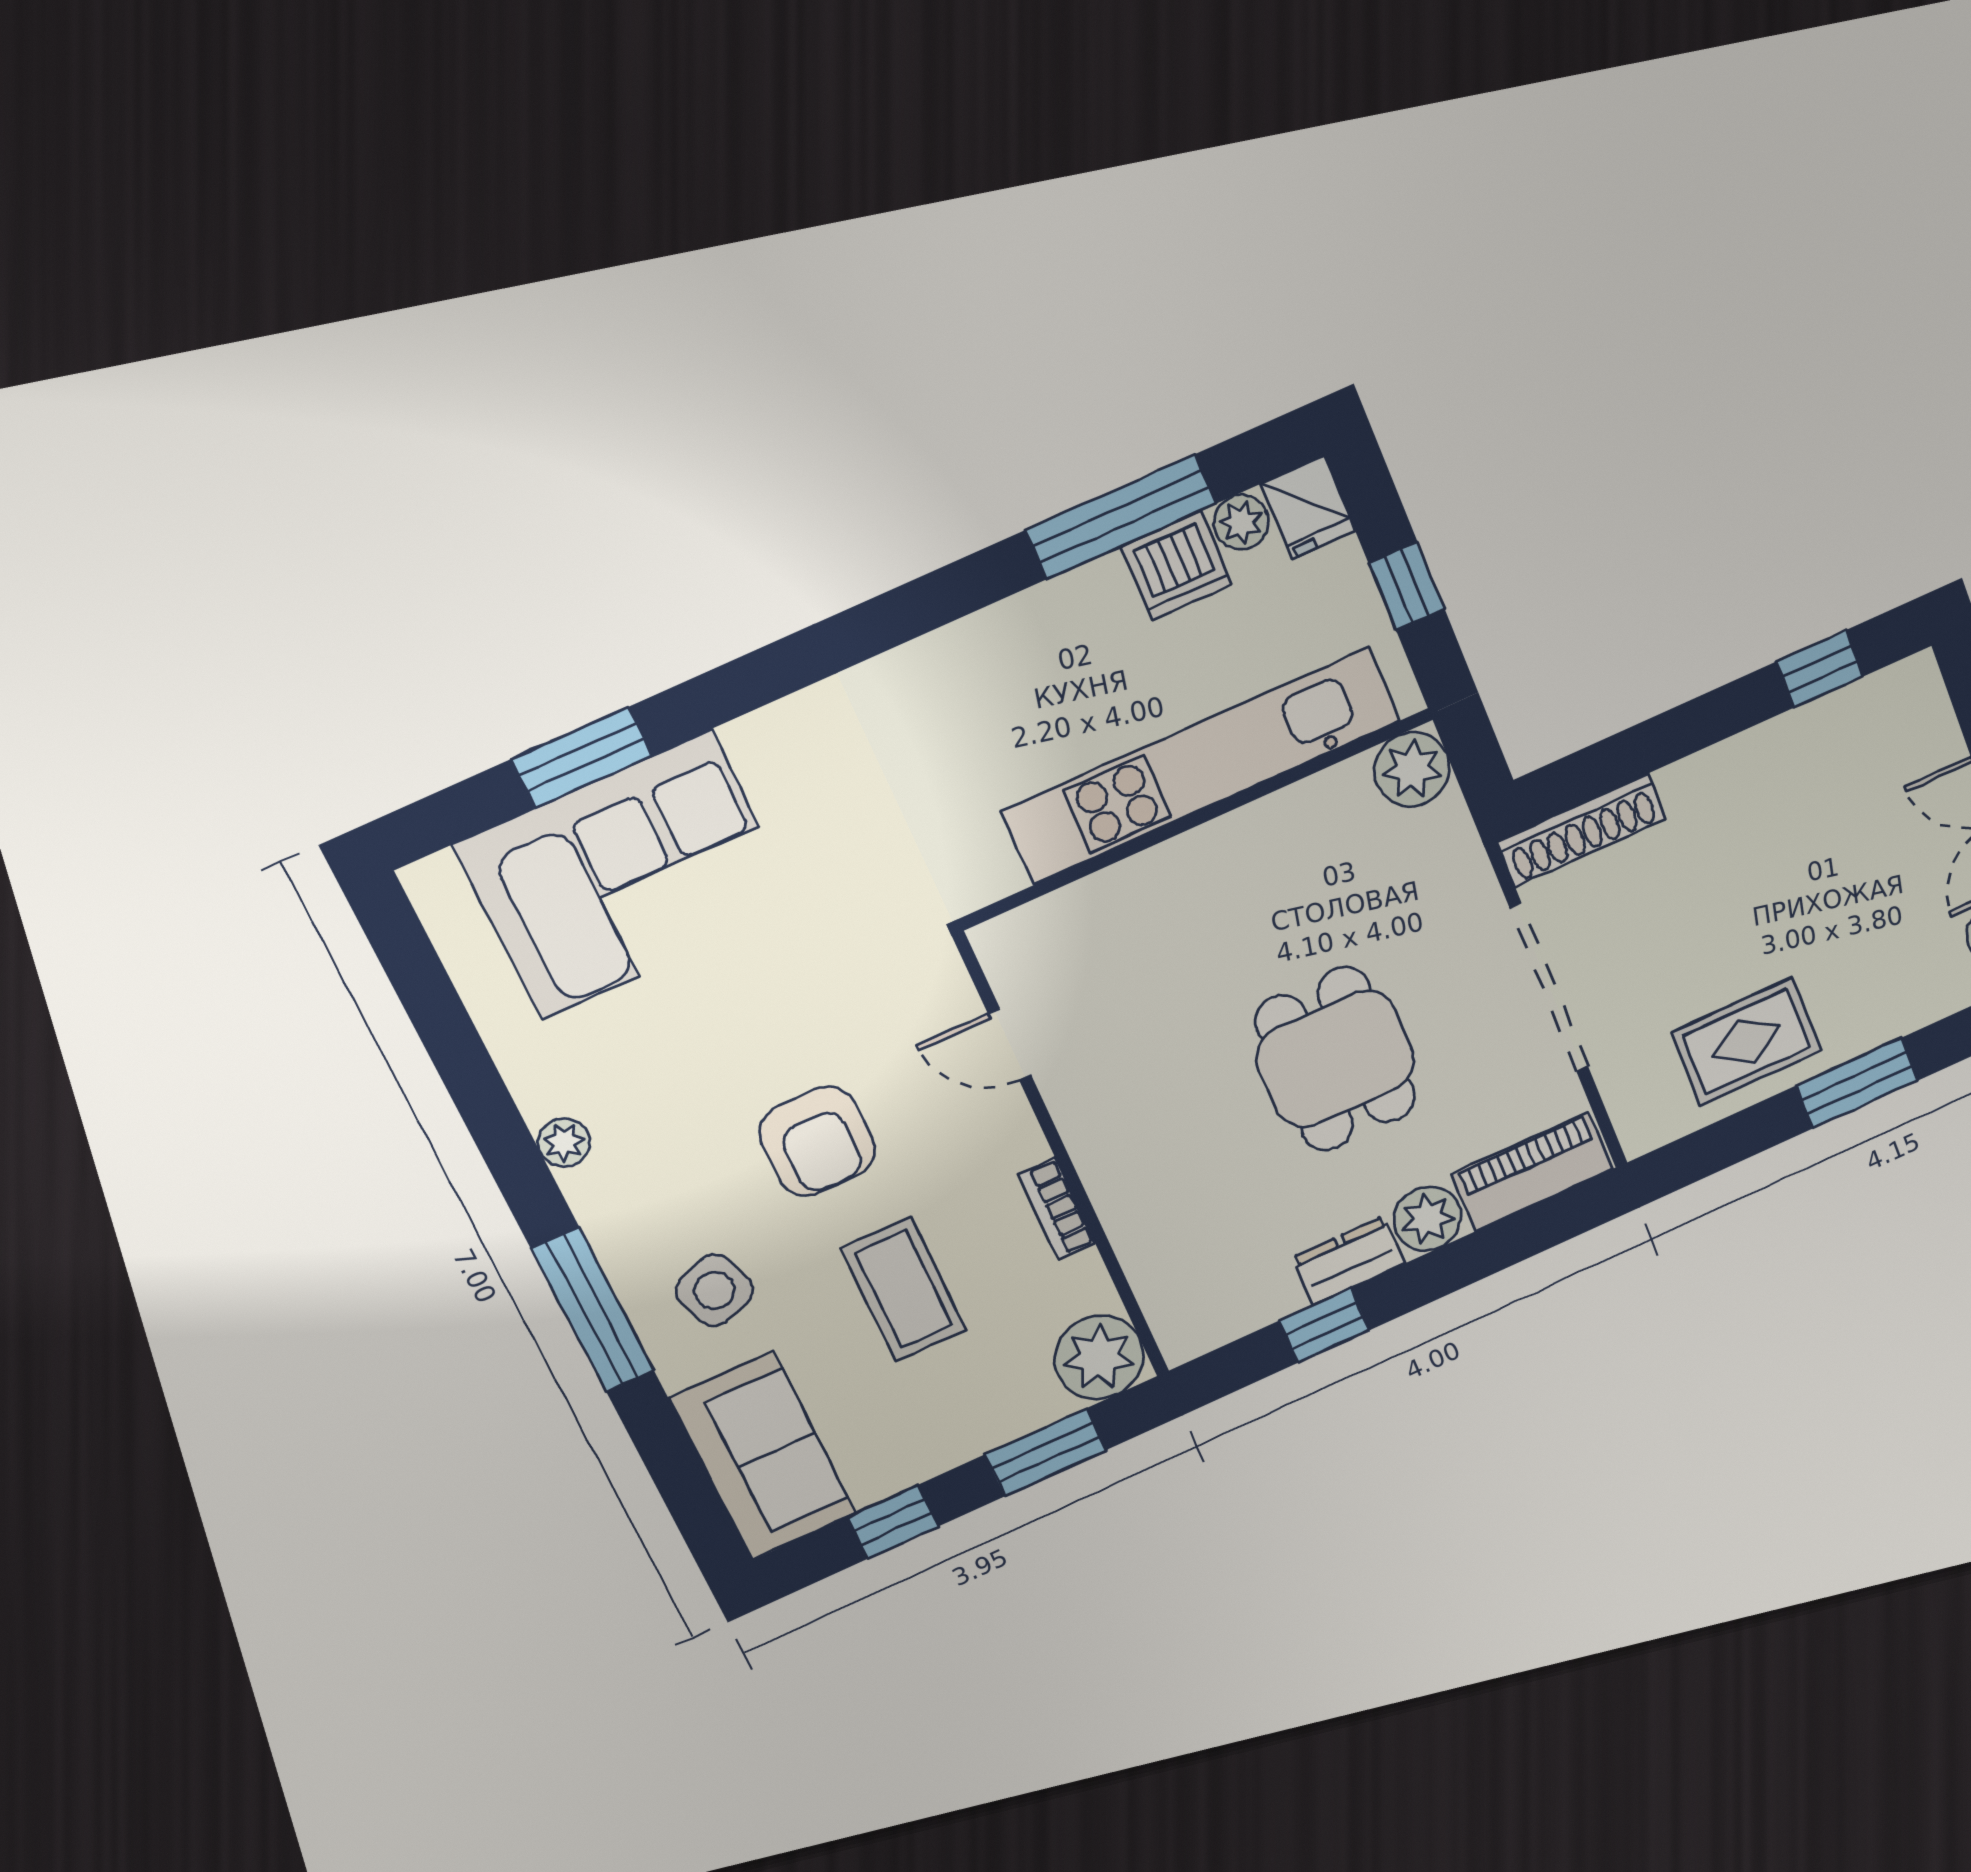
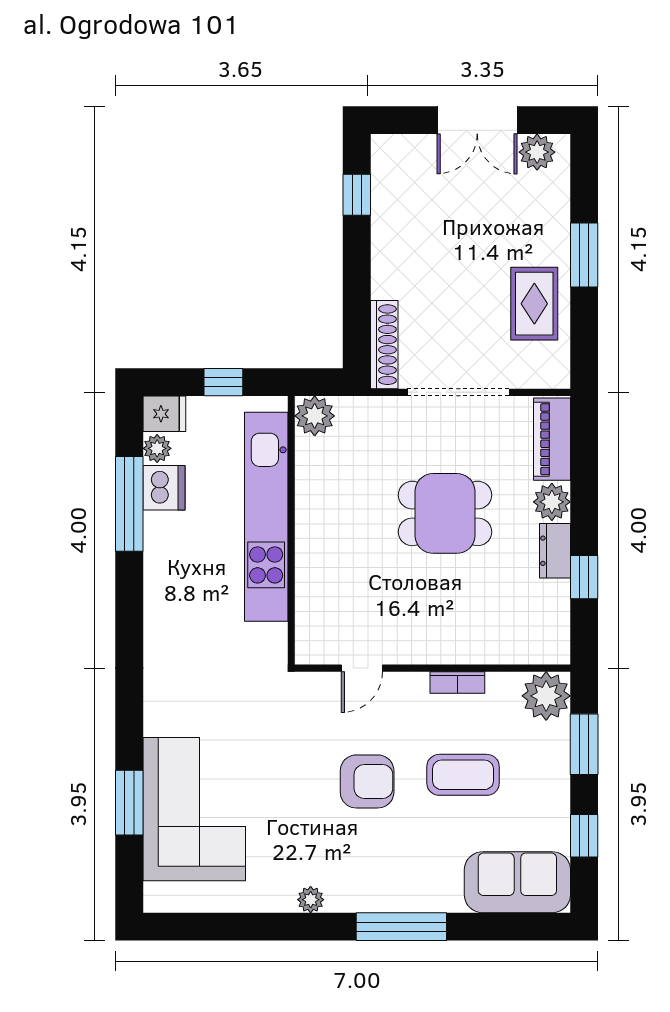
side table: (714, 1290) -> (419, 865), removed

